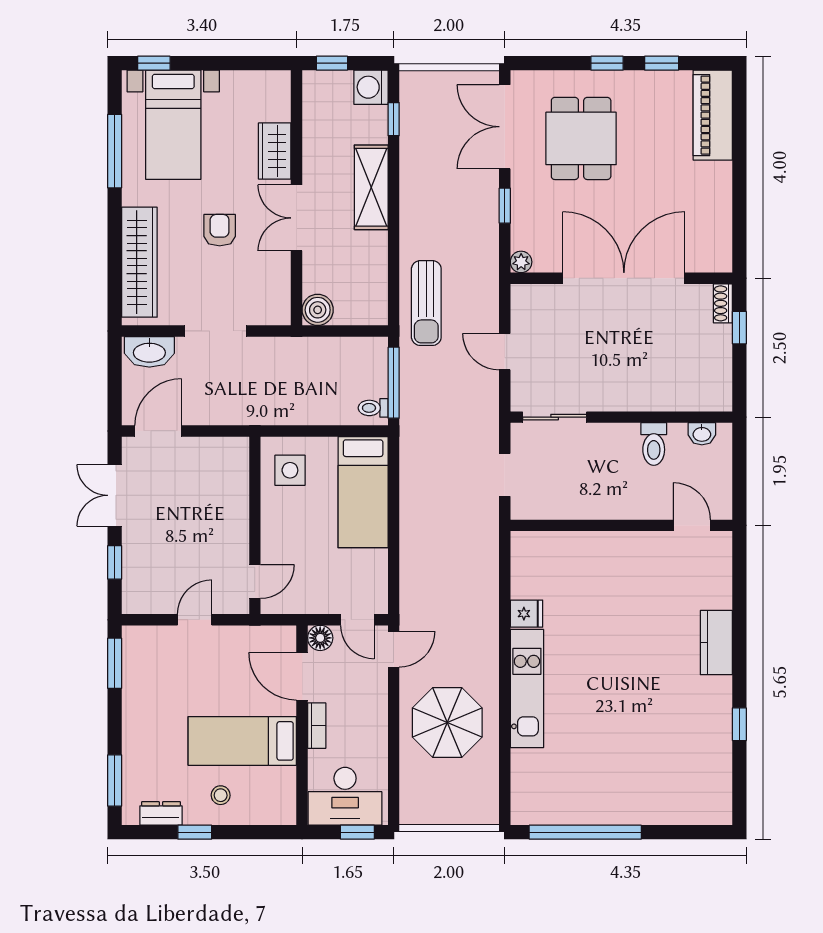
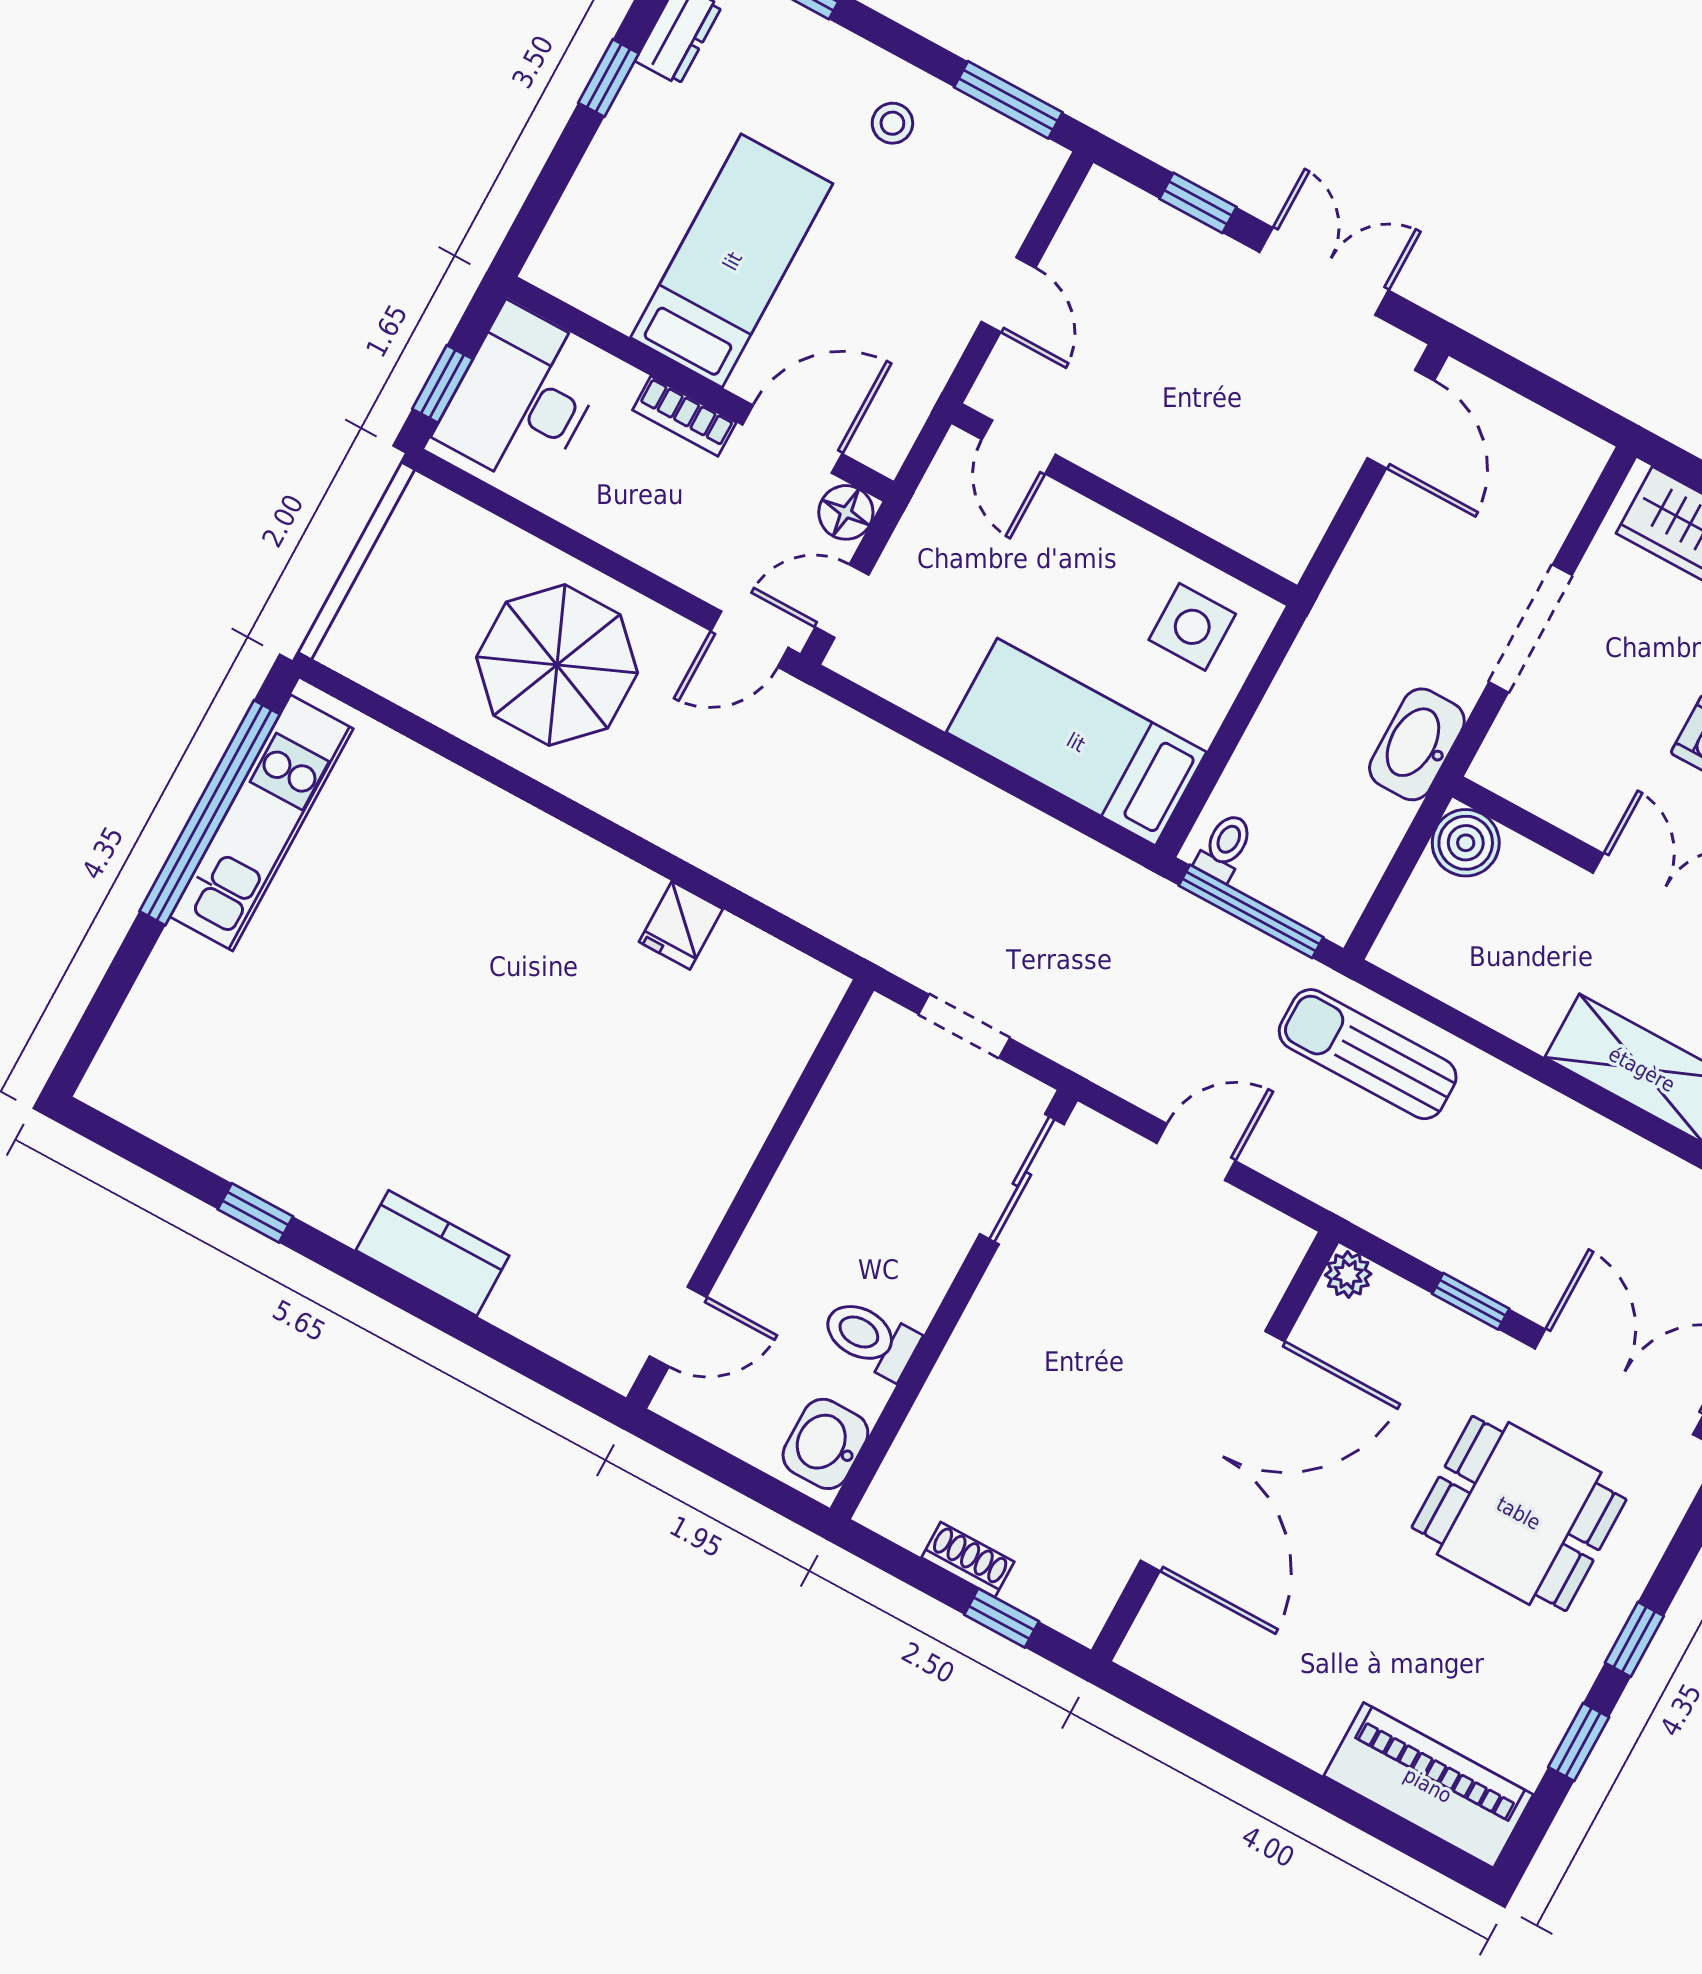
shoe rack: (723, 303) -> (968, 1560), moved
washbasin: (149, 352) -> (1417, 744), moved
washbasin: (702, 434) -> (825, 1444), width x1.38, depth x1.45
door: (394, 649) -> (750, 639), hinge flipped
kitchen unit: (527, 689) -> (262, 823), moved, turned -90
stool: (221, 795) -> (892, 123), moved

